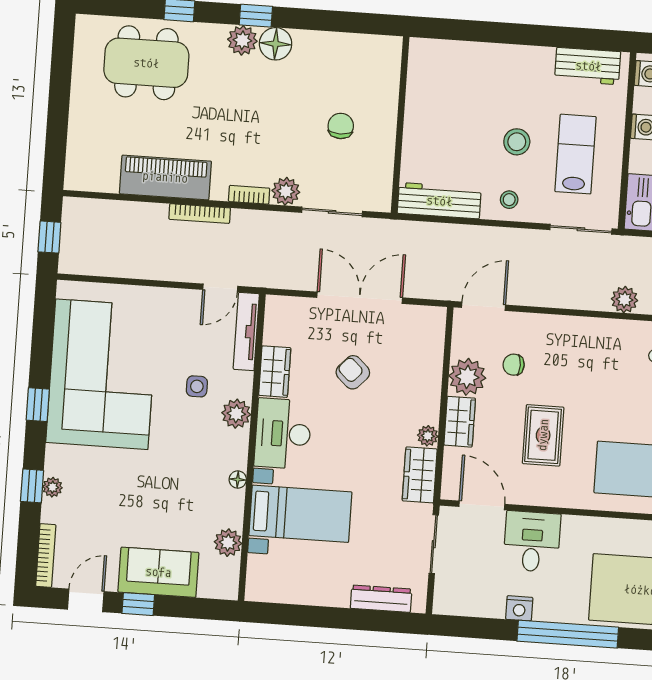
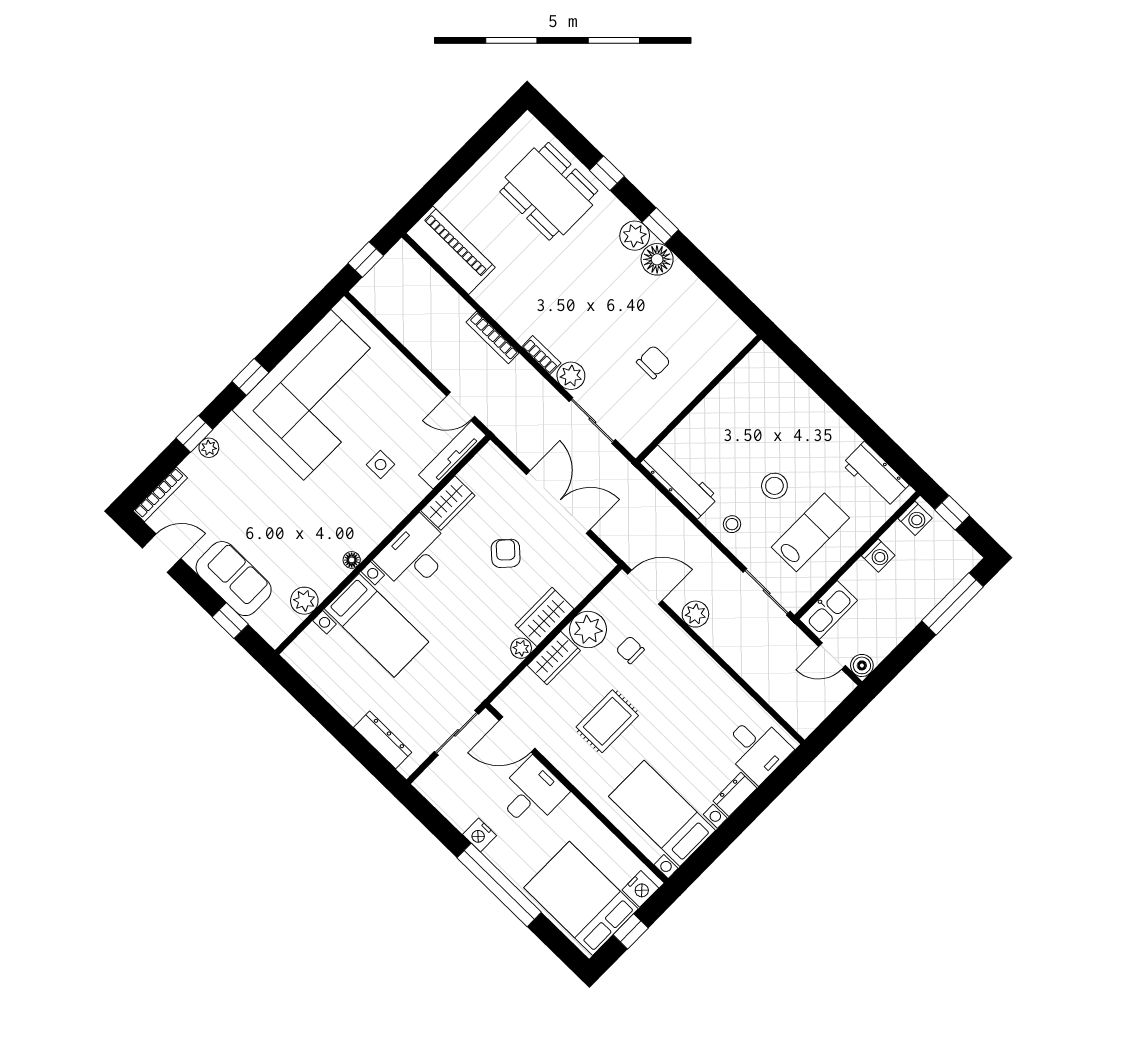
piano: (165, 177) -> (451, 250), moved
plant: (625, 300) -> (695, 614), moved
plant: (236, 414) -> (392, 510), removed
wardrobe: (420, 475) -> (545, 617), moved
door: (482, 505) -> (517, 734), swing flipped
window: (138, 604) -> (230, 621), moved

